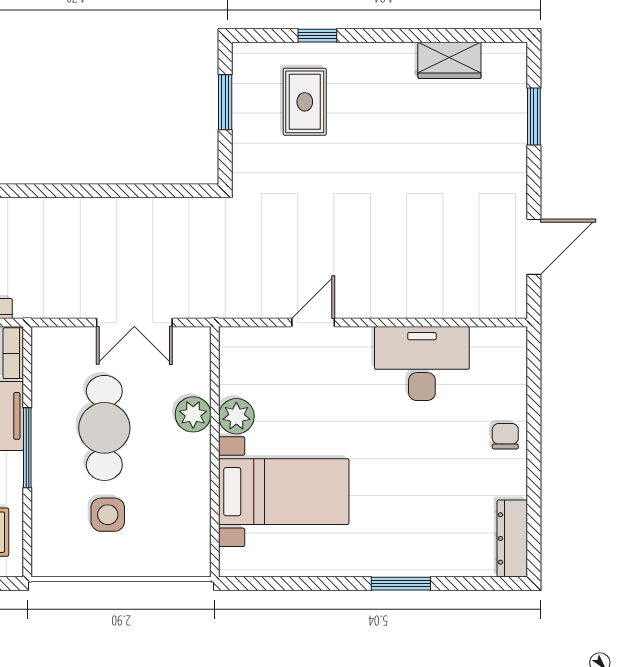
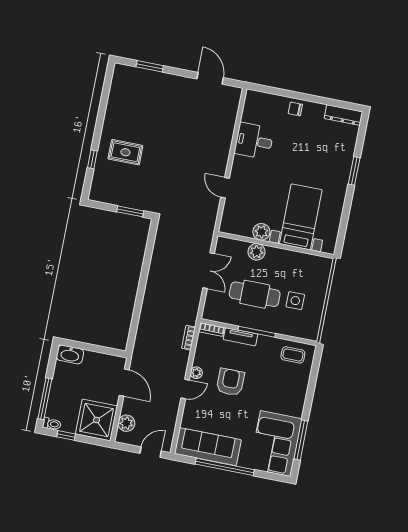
wardrobe: (449, 60) -> (116, 100), removed
window: (225, 102) -> (130, 211), moved
rug: (305, 102) -> (125, 152), moved
desk: (422, 364) -> (254, 141), width x0.73

